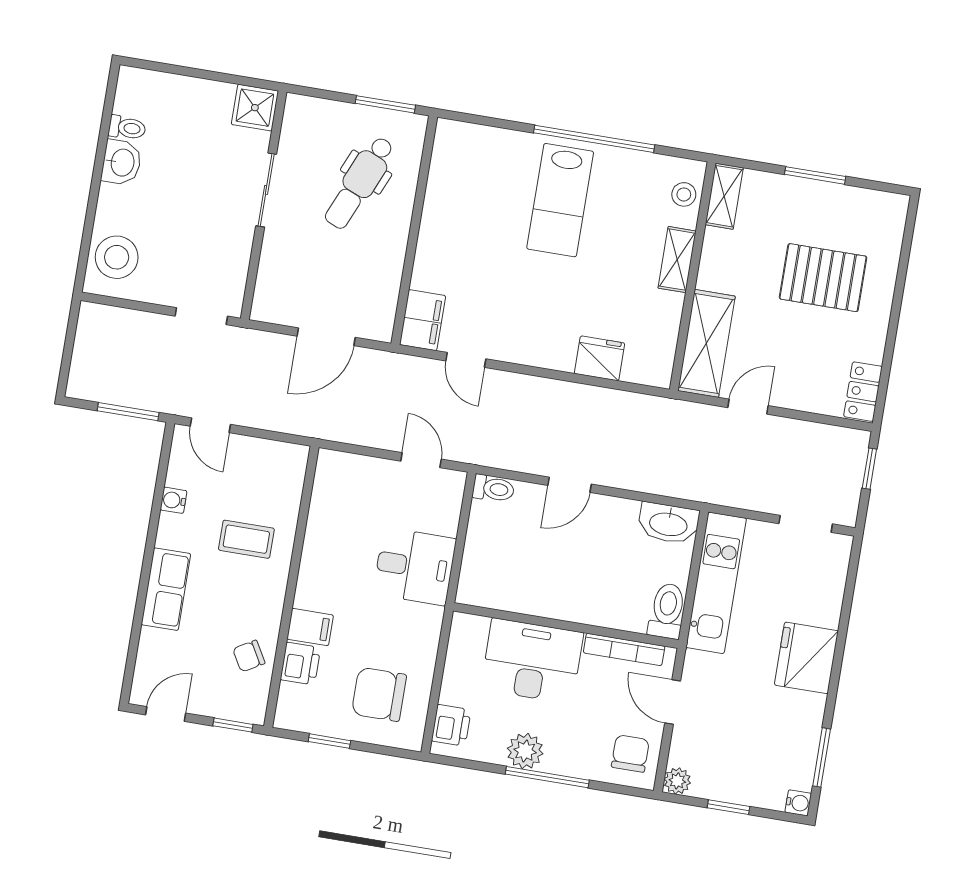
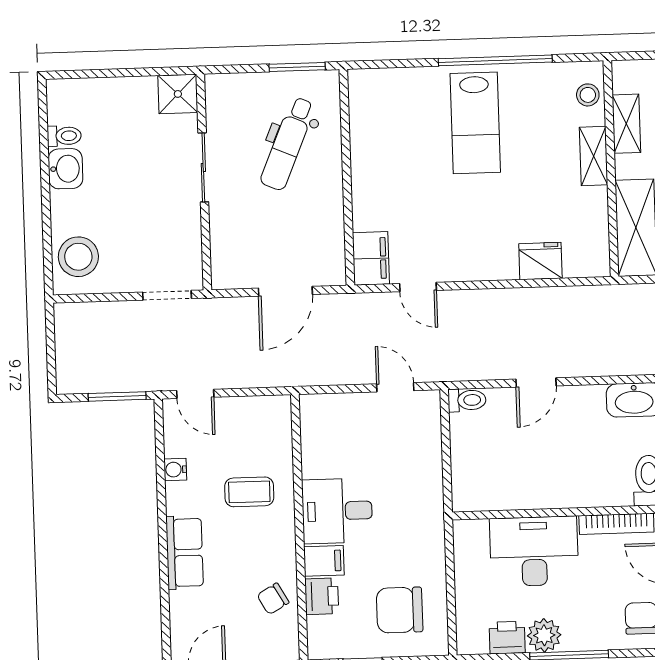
shelving: (724, 196) -> (626, 124), moved
desk: (415, 566) -> (337, 511), moved, turned 180
printer: (451, 725) -> (507, 638), moved, turned -90

